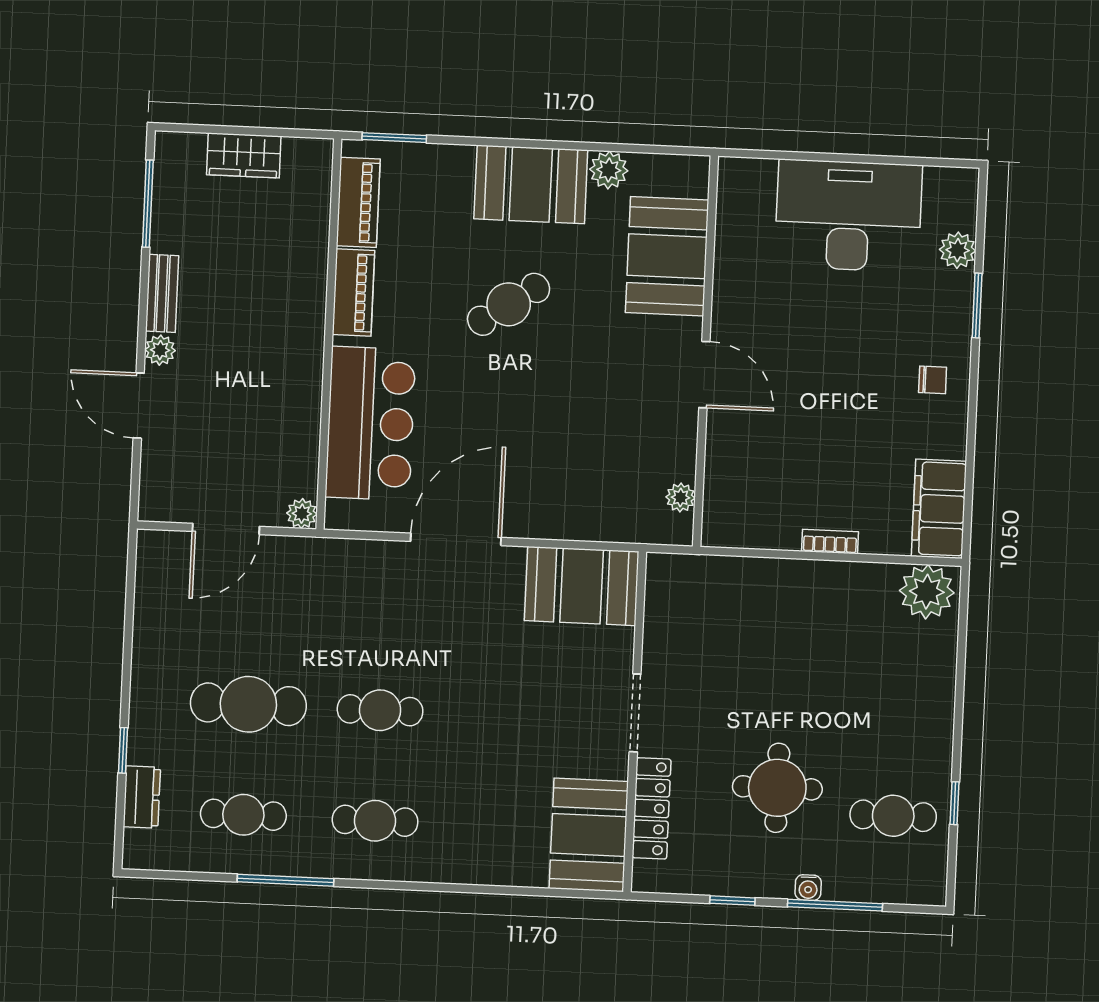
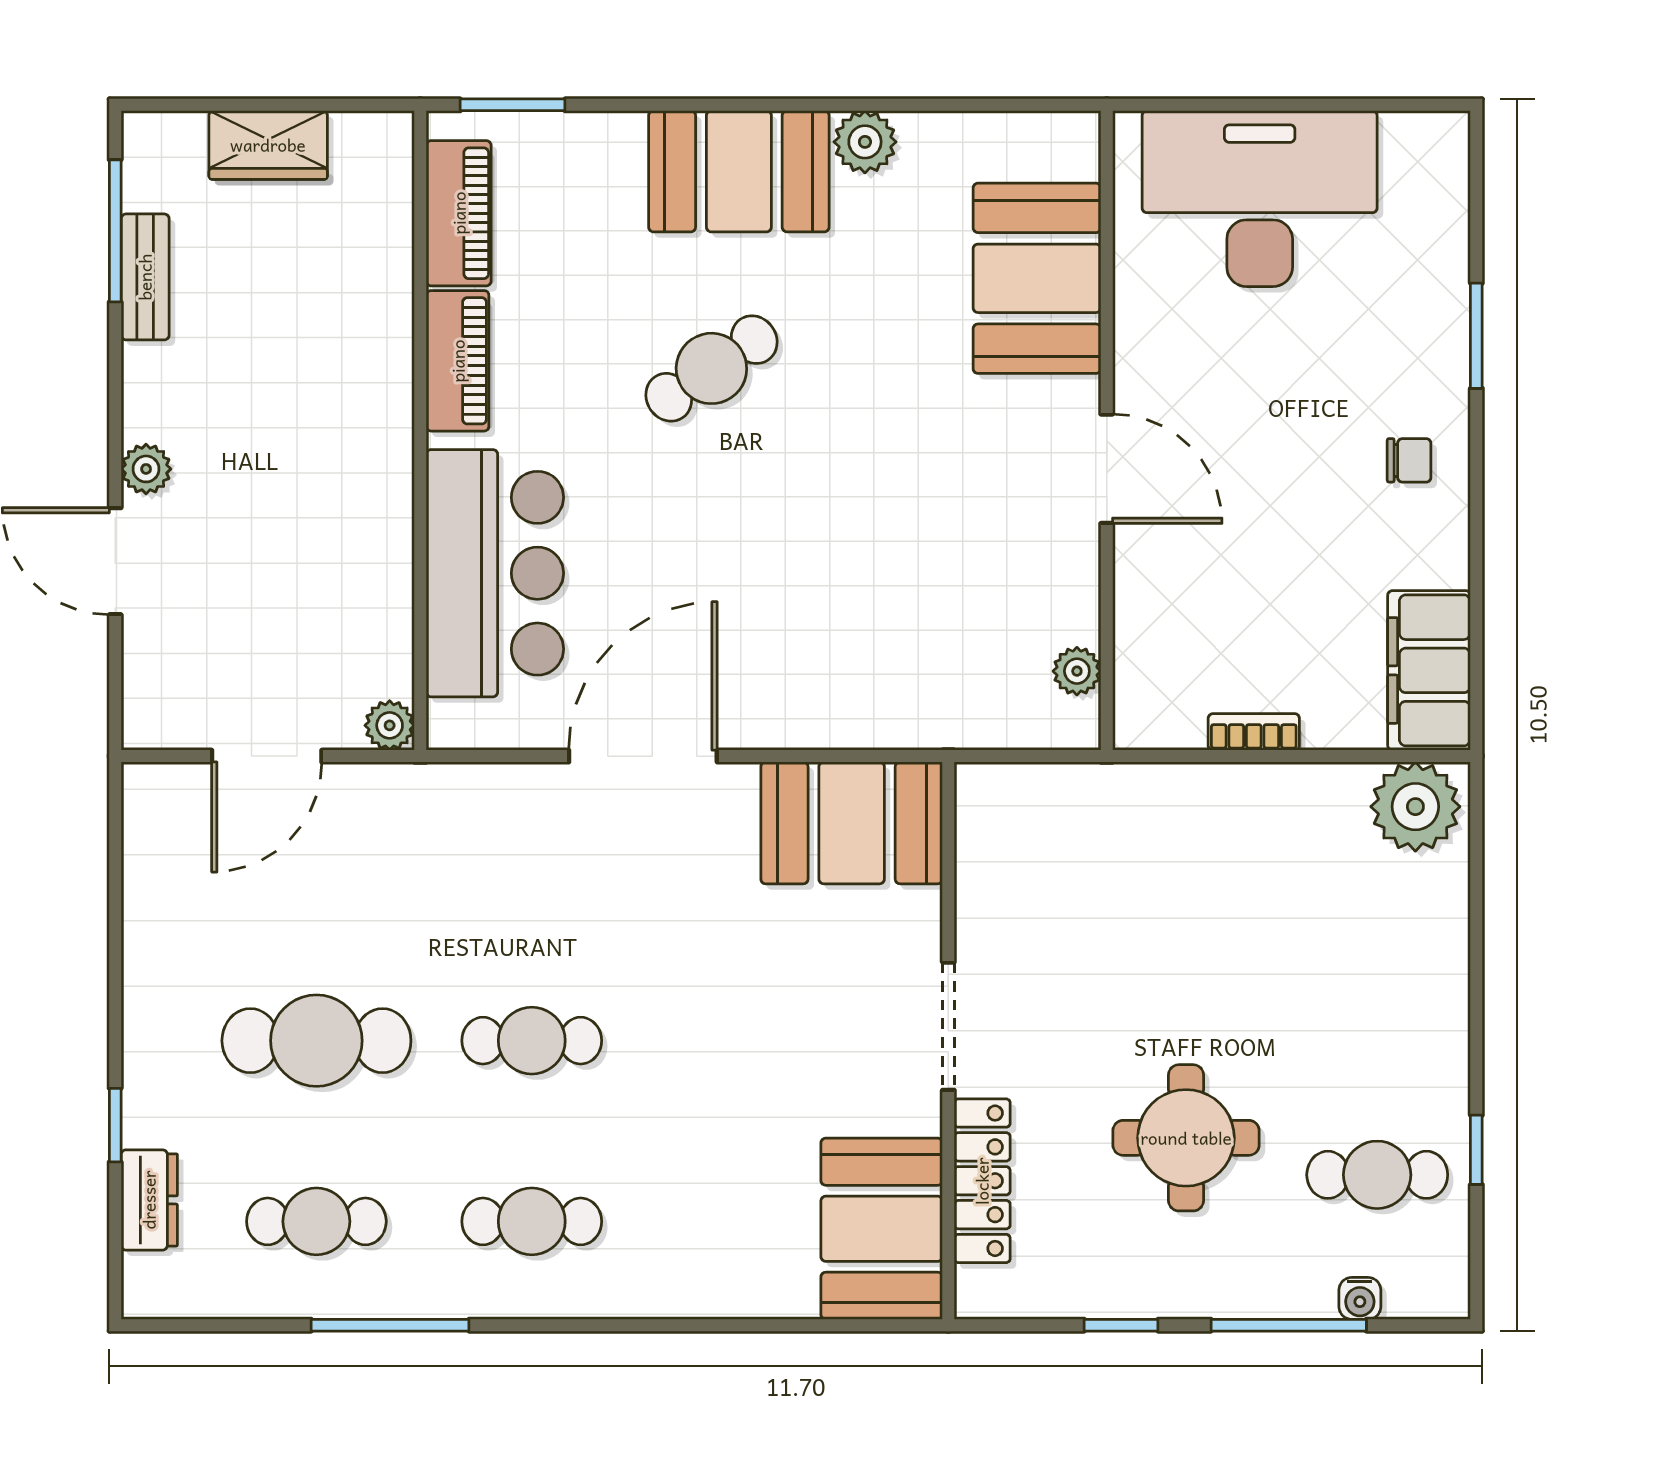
plant: (958, 250) -> (1440, 247), removed
booth: (667, 256) -> (1037, 278), moved
bench: (162, 293) -> (145, 277), moved
wall: (705, 351) -> (1107, 430), moved
door: (704, 375) -> (1107, 469), moved
plant: (681, 497) -> (1077, 671), moved
water cooler: (808, 888) -> (1360, 1298), moved

